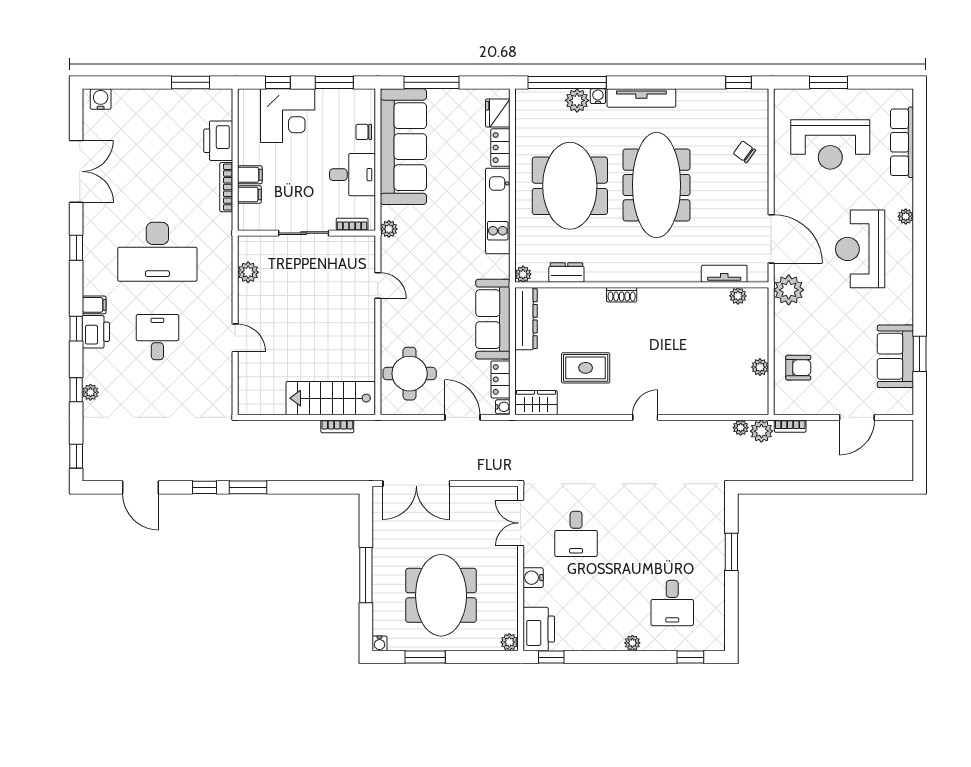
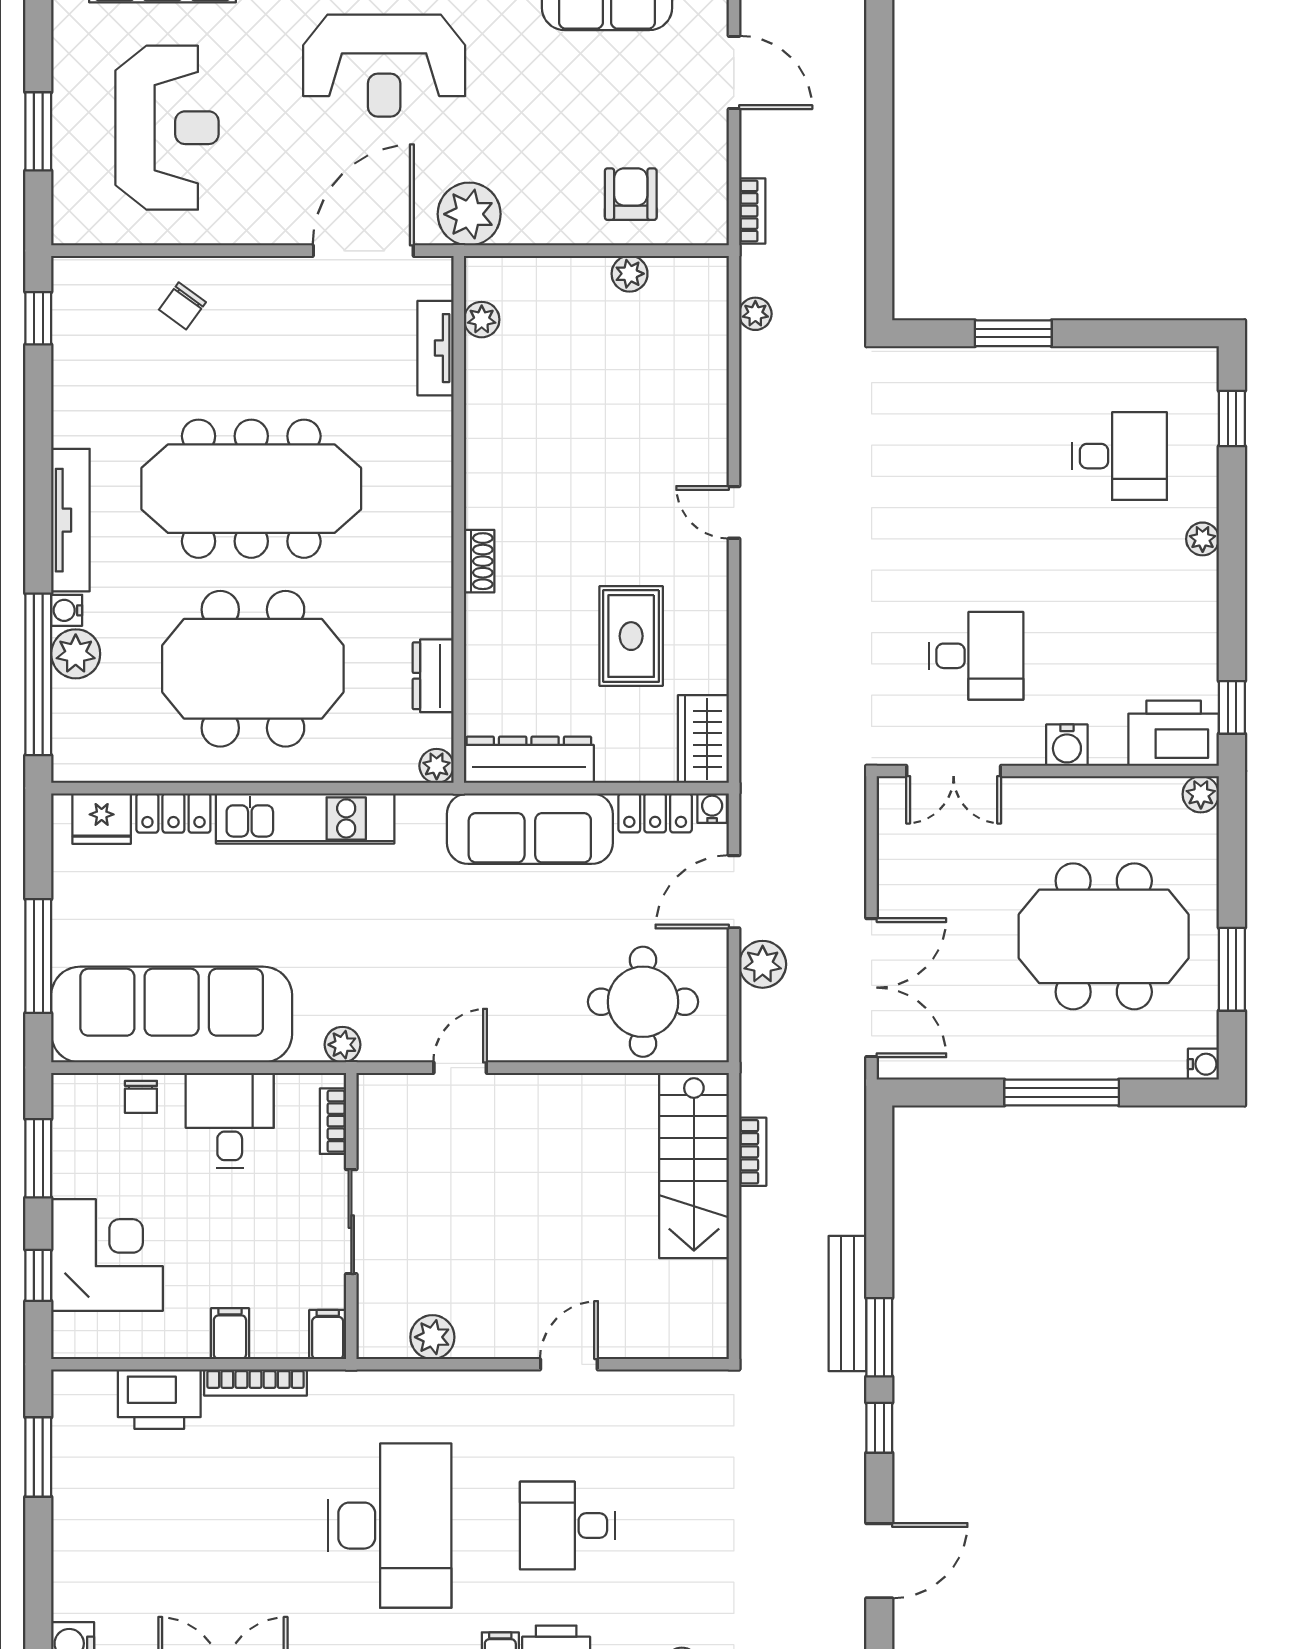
filing cabinet: (249, 194) -> (328, 1335), moved
plant: (761, 431) -> (763, 964), moved
bench: (264, 472) -> (847, 1304), added

